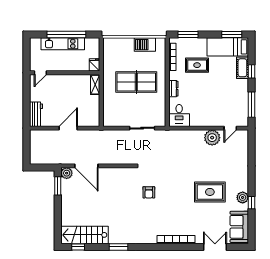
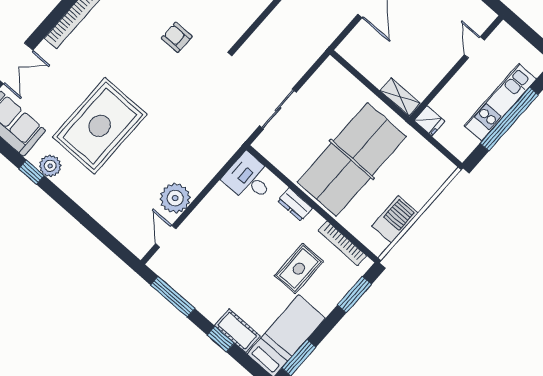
door: (40, 73) -> (474, 47), moved
table tennis table: (136, 82) -> (352, 159), width x1.36, depth x1.32
rug: (210, 192) -> (100, 126), width x1.37, depth x1.44

